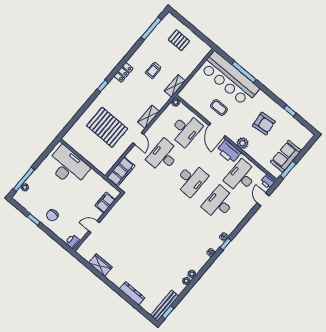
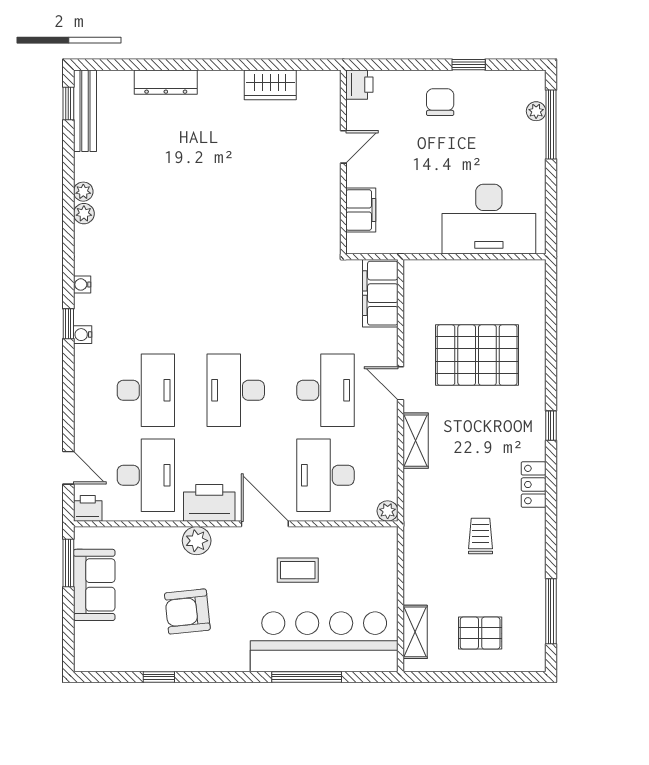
shelving: (175, 86) -> (415, 632), moved

